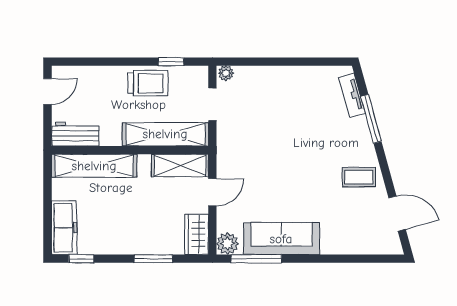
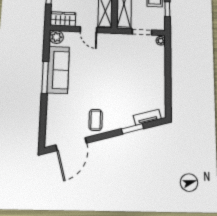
window: (371, 119) -> (132, 129), width x0.69
door: (397, 214) -> (71, 144), width x1.36
window: (256, 259) -> (45, 77), moved

